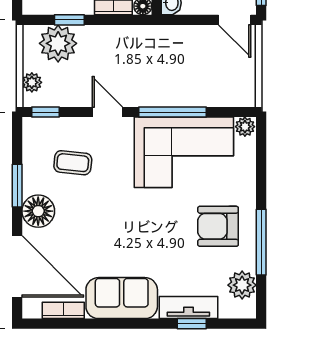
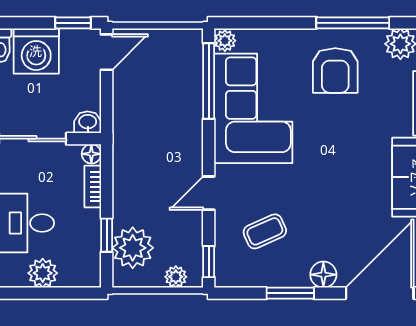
window: (173, 112) -> (209, 81), moved
coffee table: (73, 163) -> (265, 231), turned 60
floor lamp: (38, 211) -> (323, 275), width x0.73, depth x0.73

